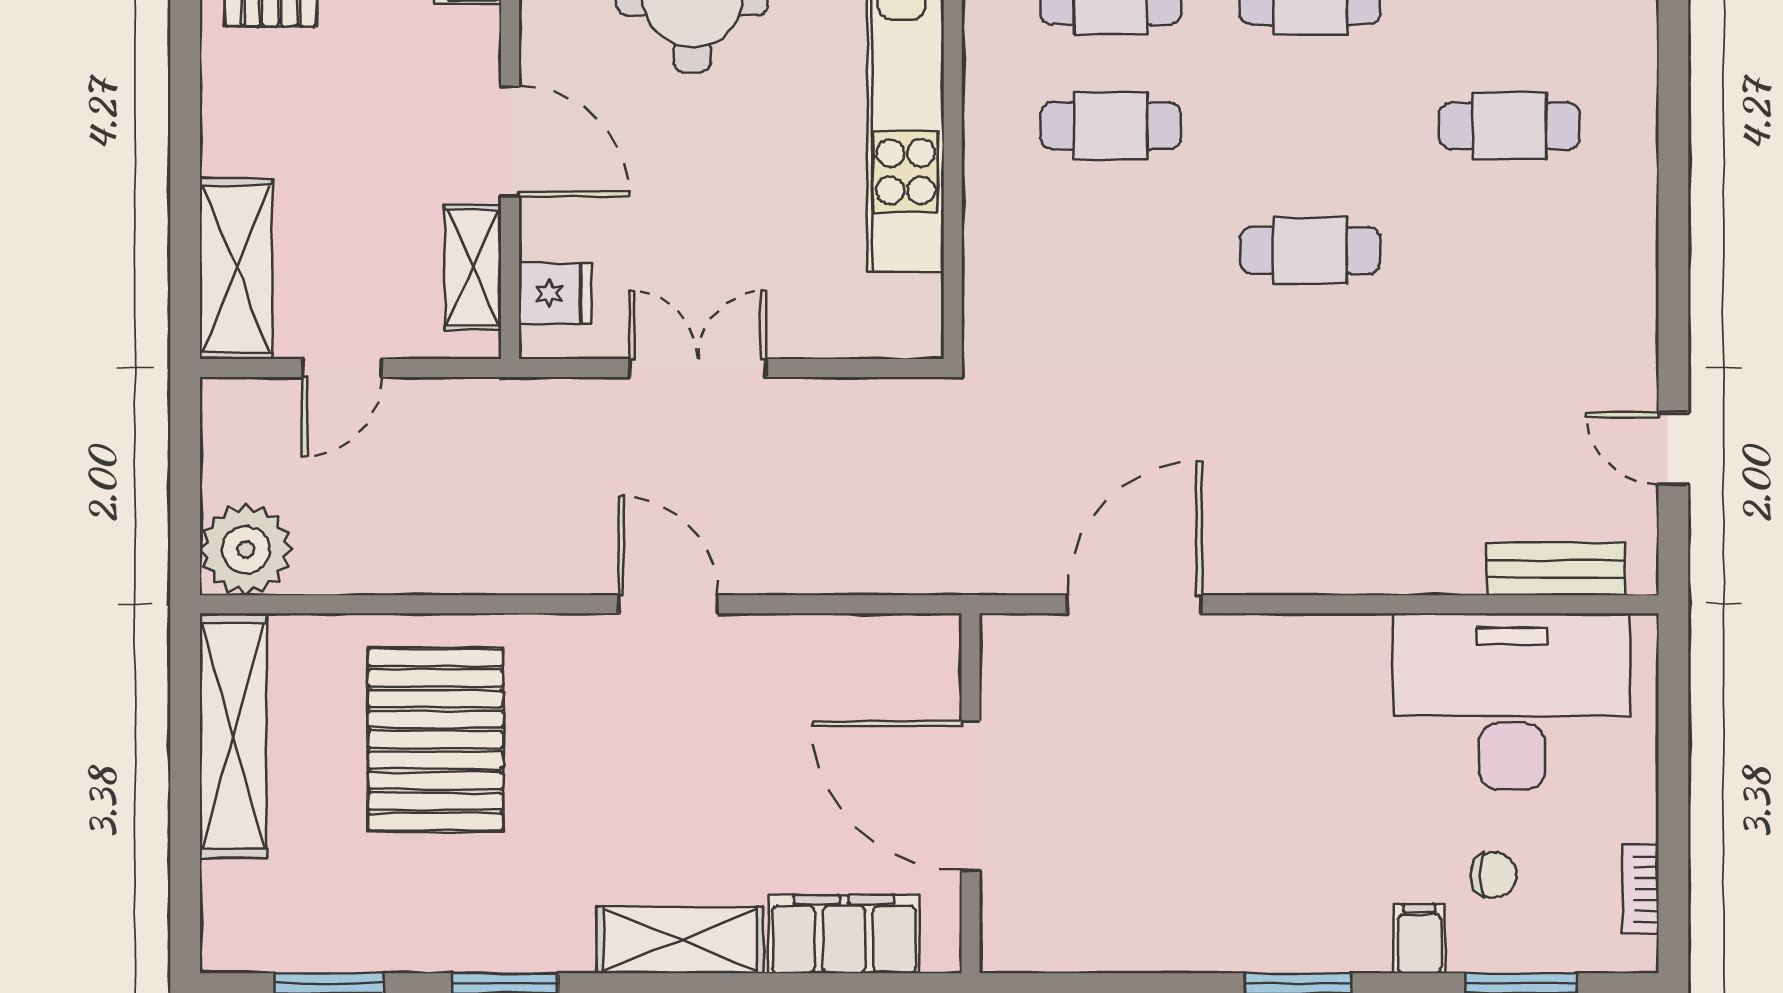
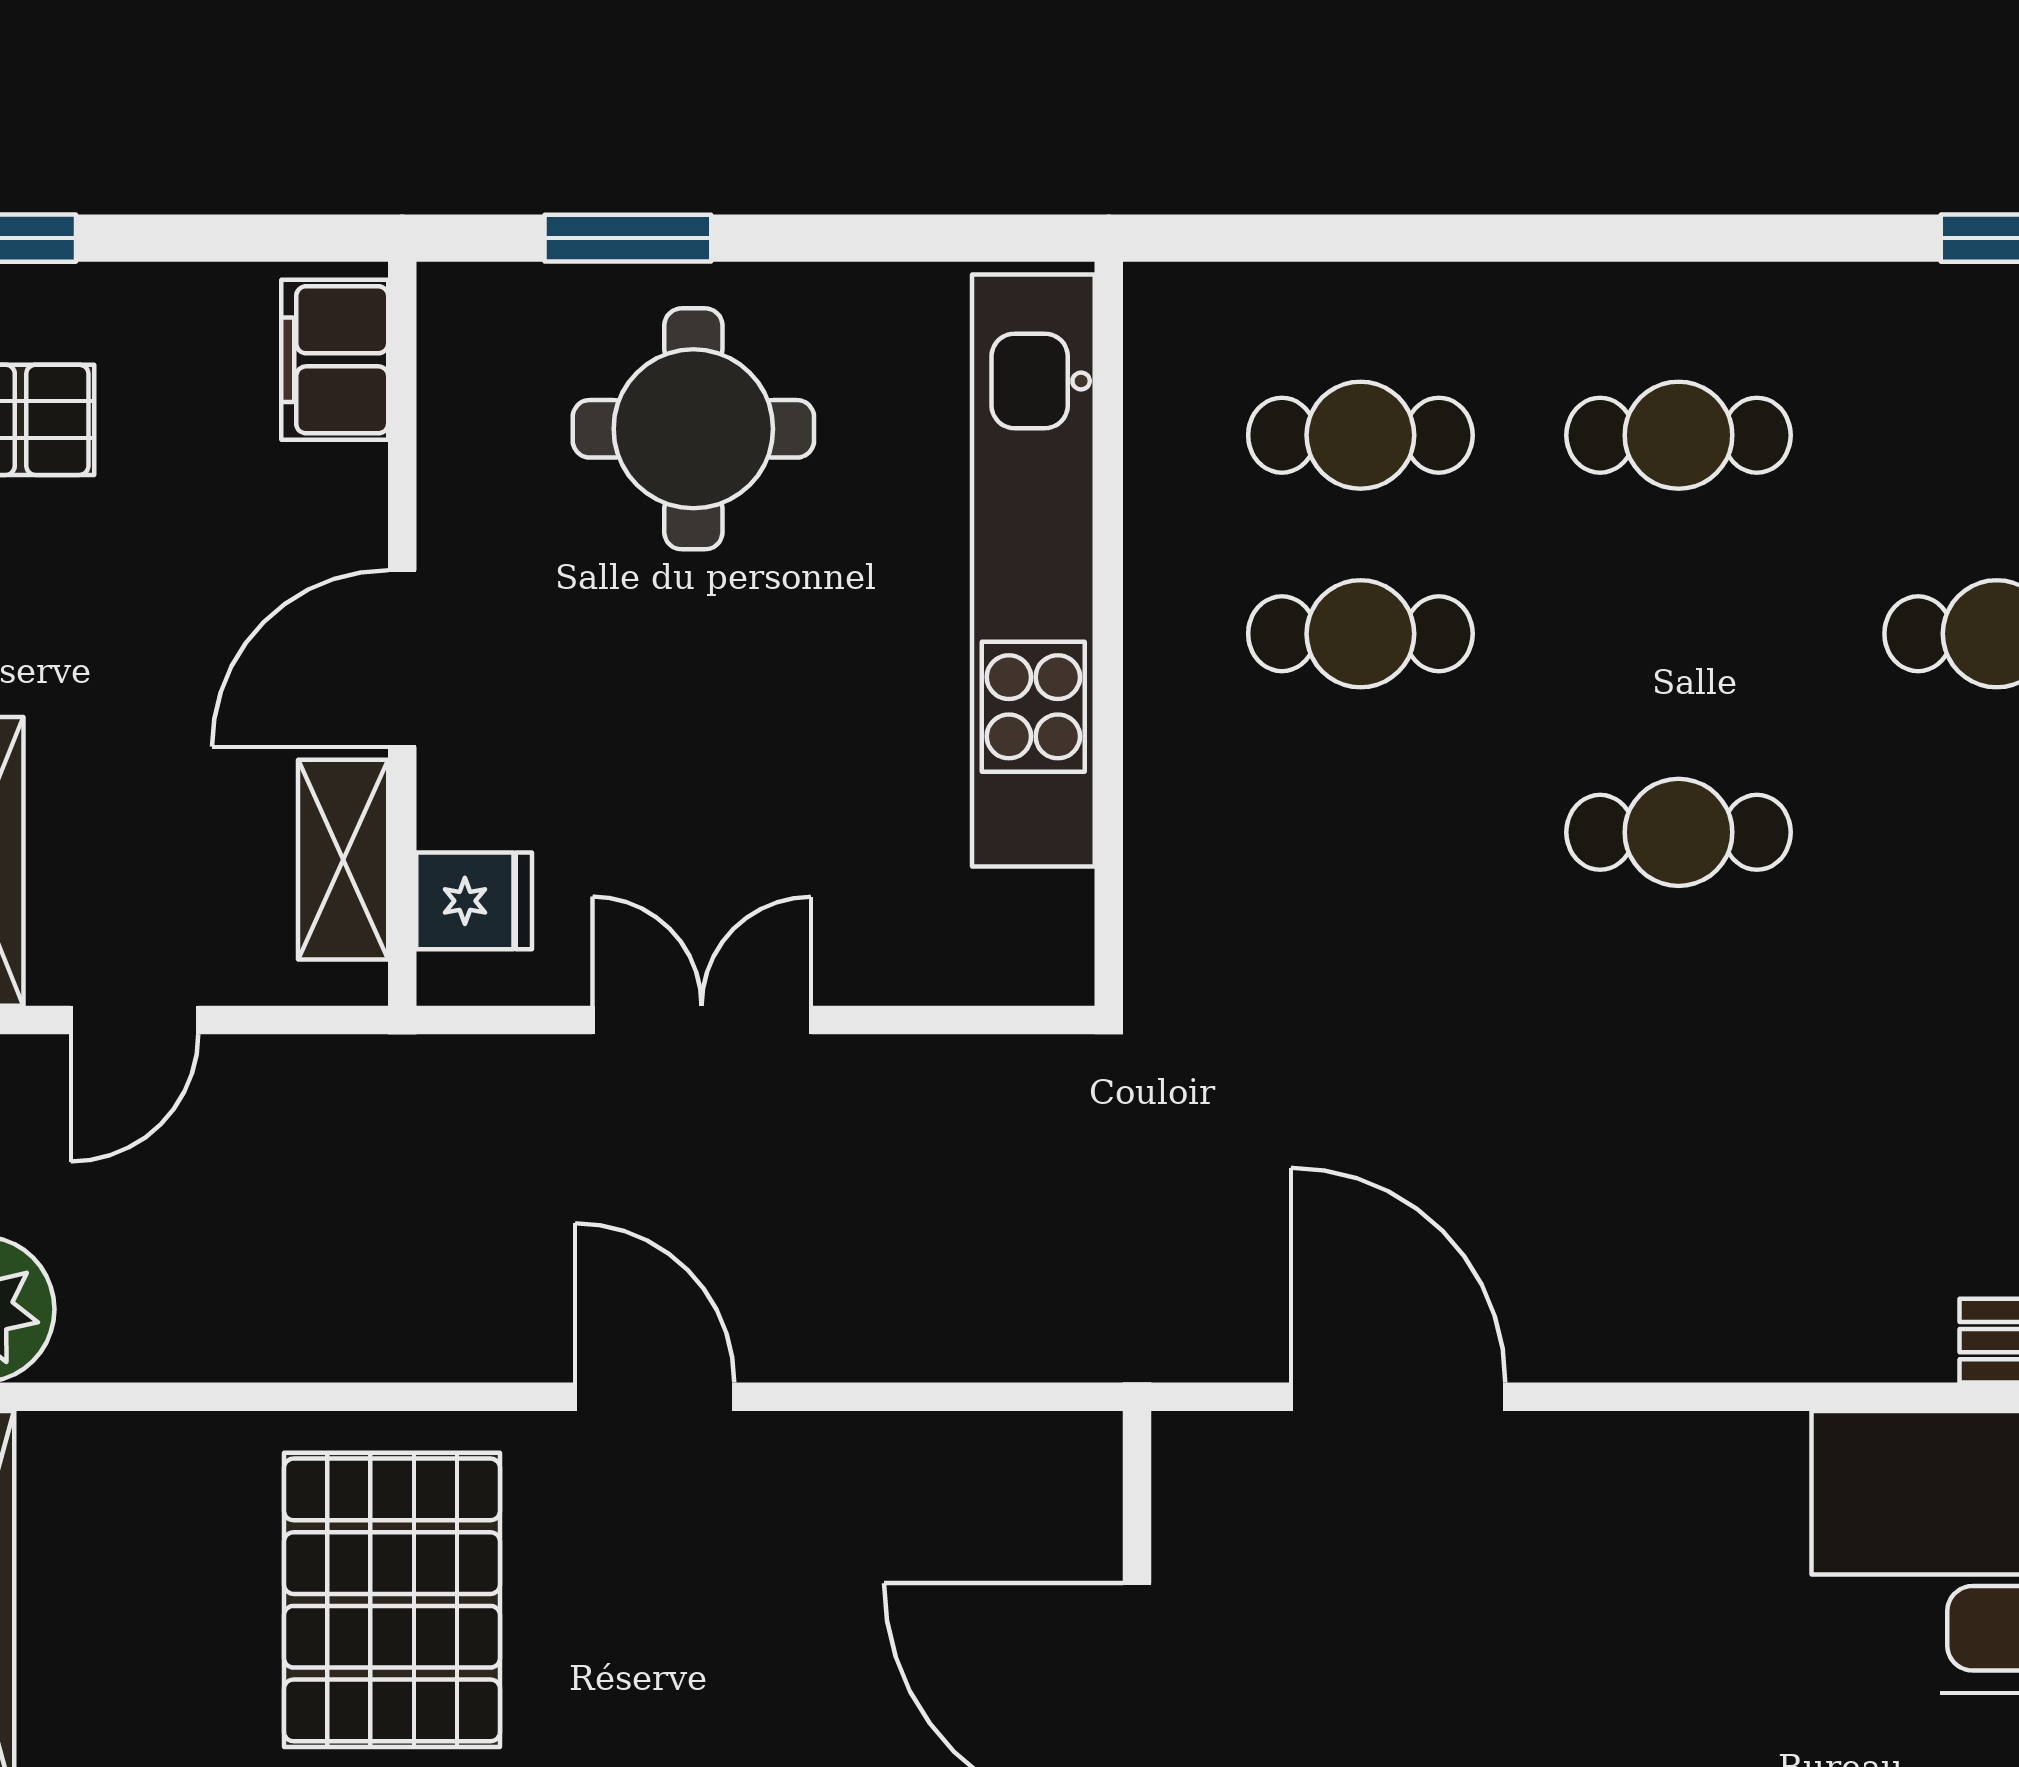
door: (510, 141) -> (402, 659), swing flipped
door: (1134, 604) -> (1398, 1397), hinge flipped
pallet: (436, 740) -> (392, 1600), moved

